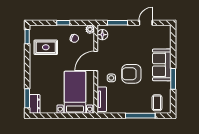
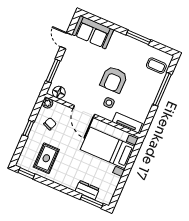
sofa: (162, 65) -> (93, 32), moved
dresser: (35, 104) -> (87, 190), moved

